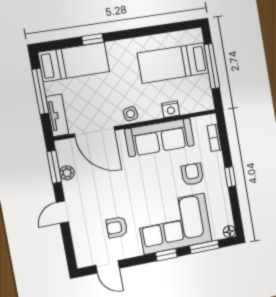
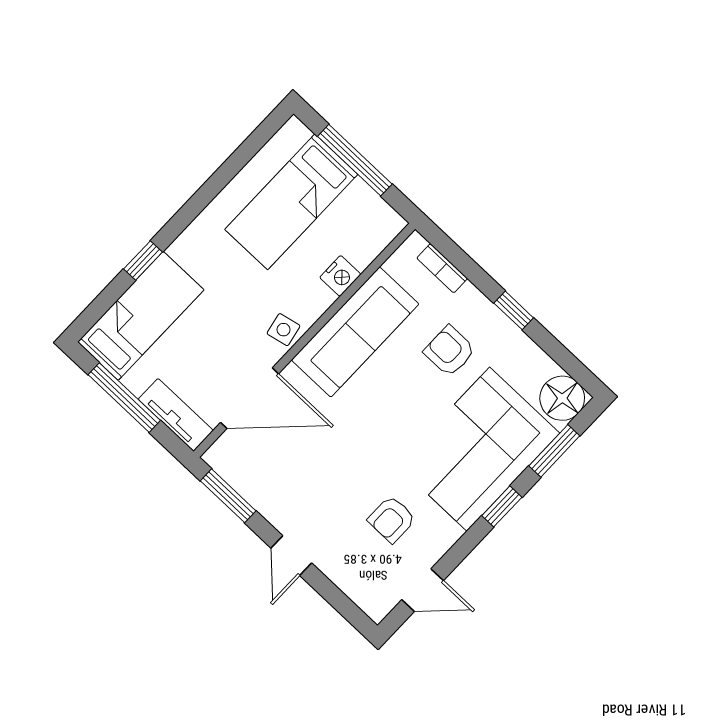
plant: (67, 173) -> (254, 491), removed
floor lamp: (229, 232) -> (562, 398), width x1.89, depth x1.89

